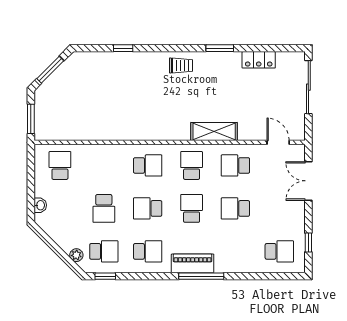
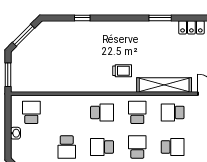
trolley: (181, 65) -> (122, 71), moved
shelving: (214, 131) -> (164, 85), width x1.47
washbasin: (40, 205) -> (15, 133), moved
school desk: (235, 208) -> (173, 147), turned 180

